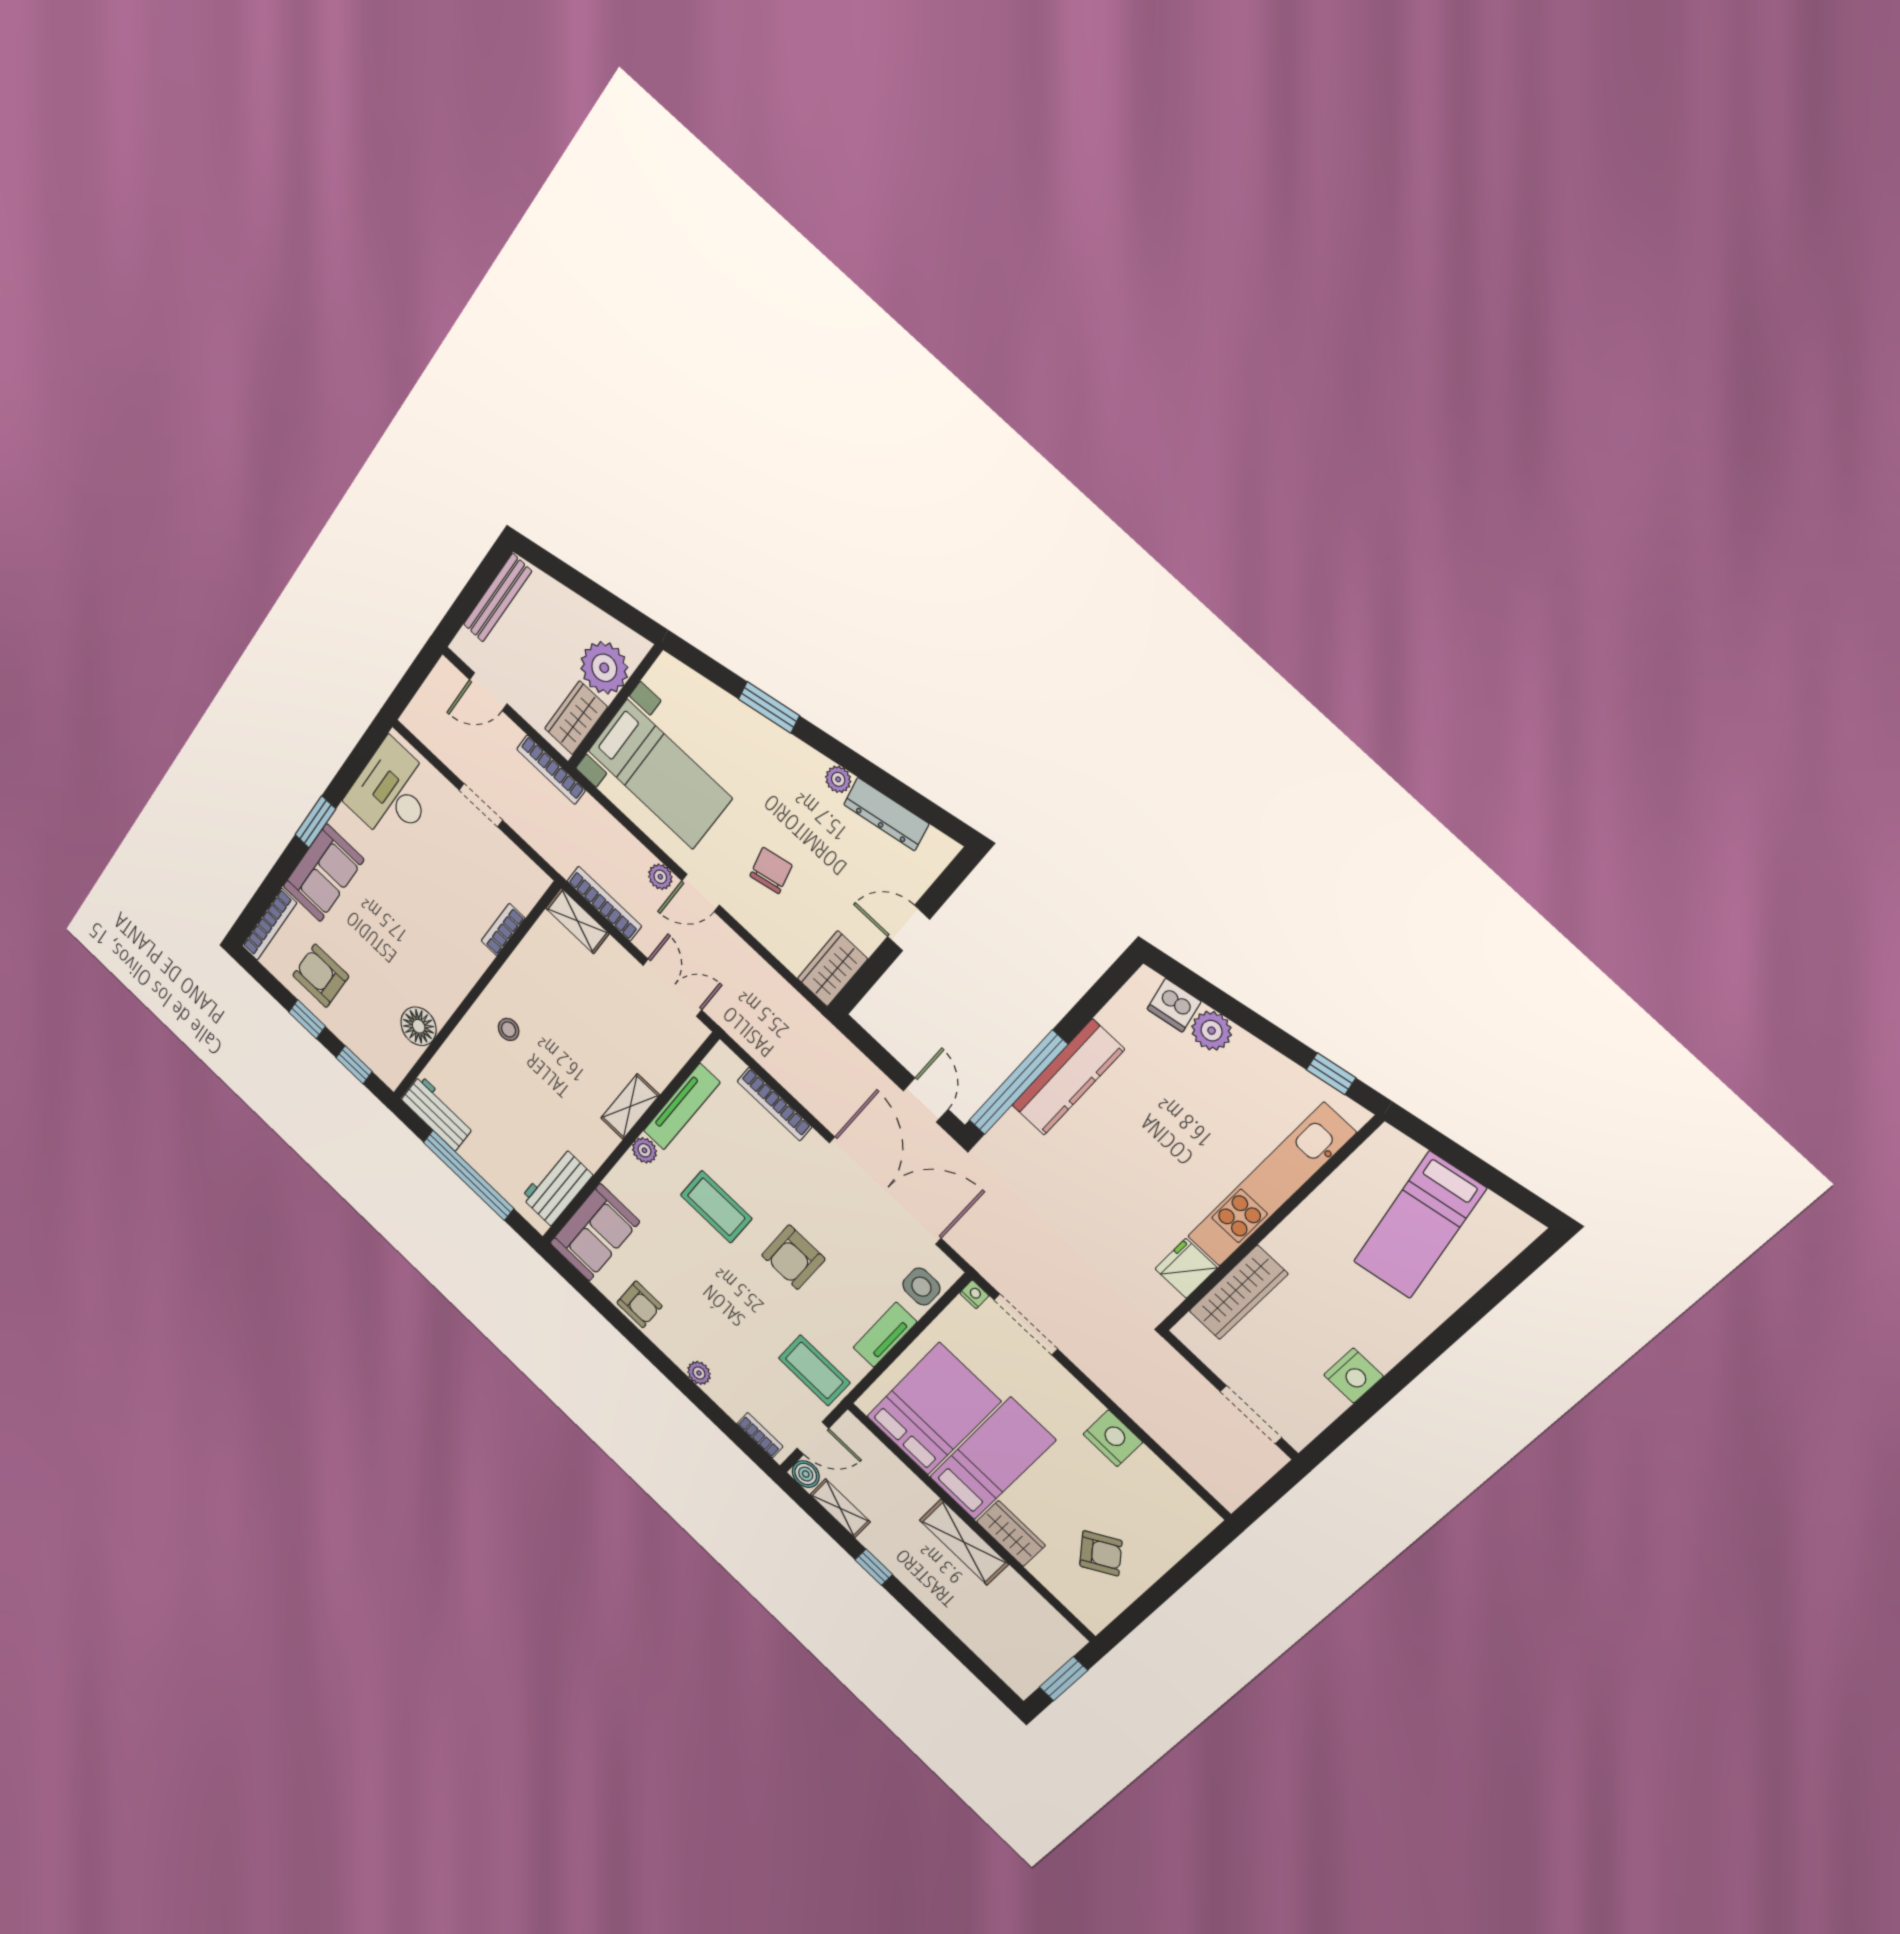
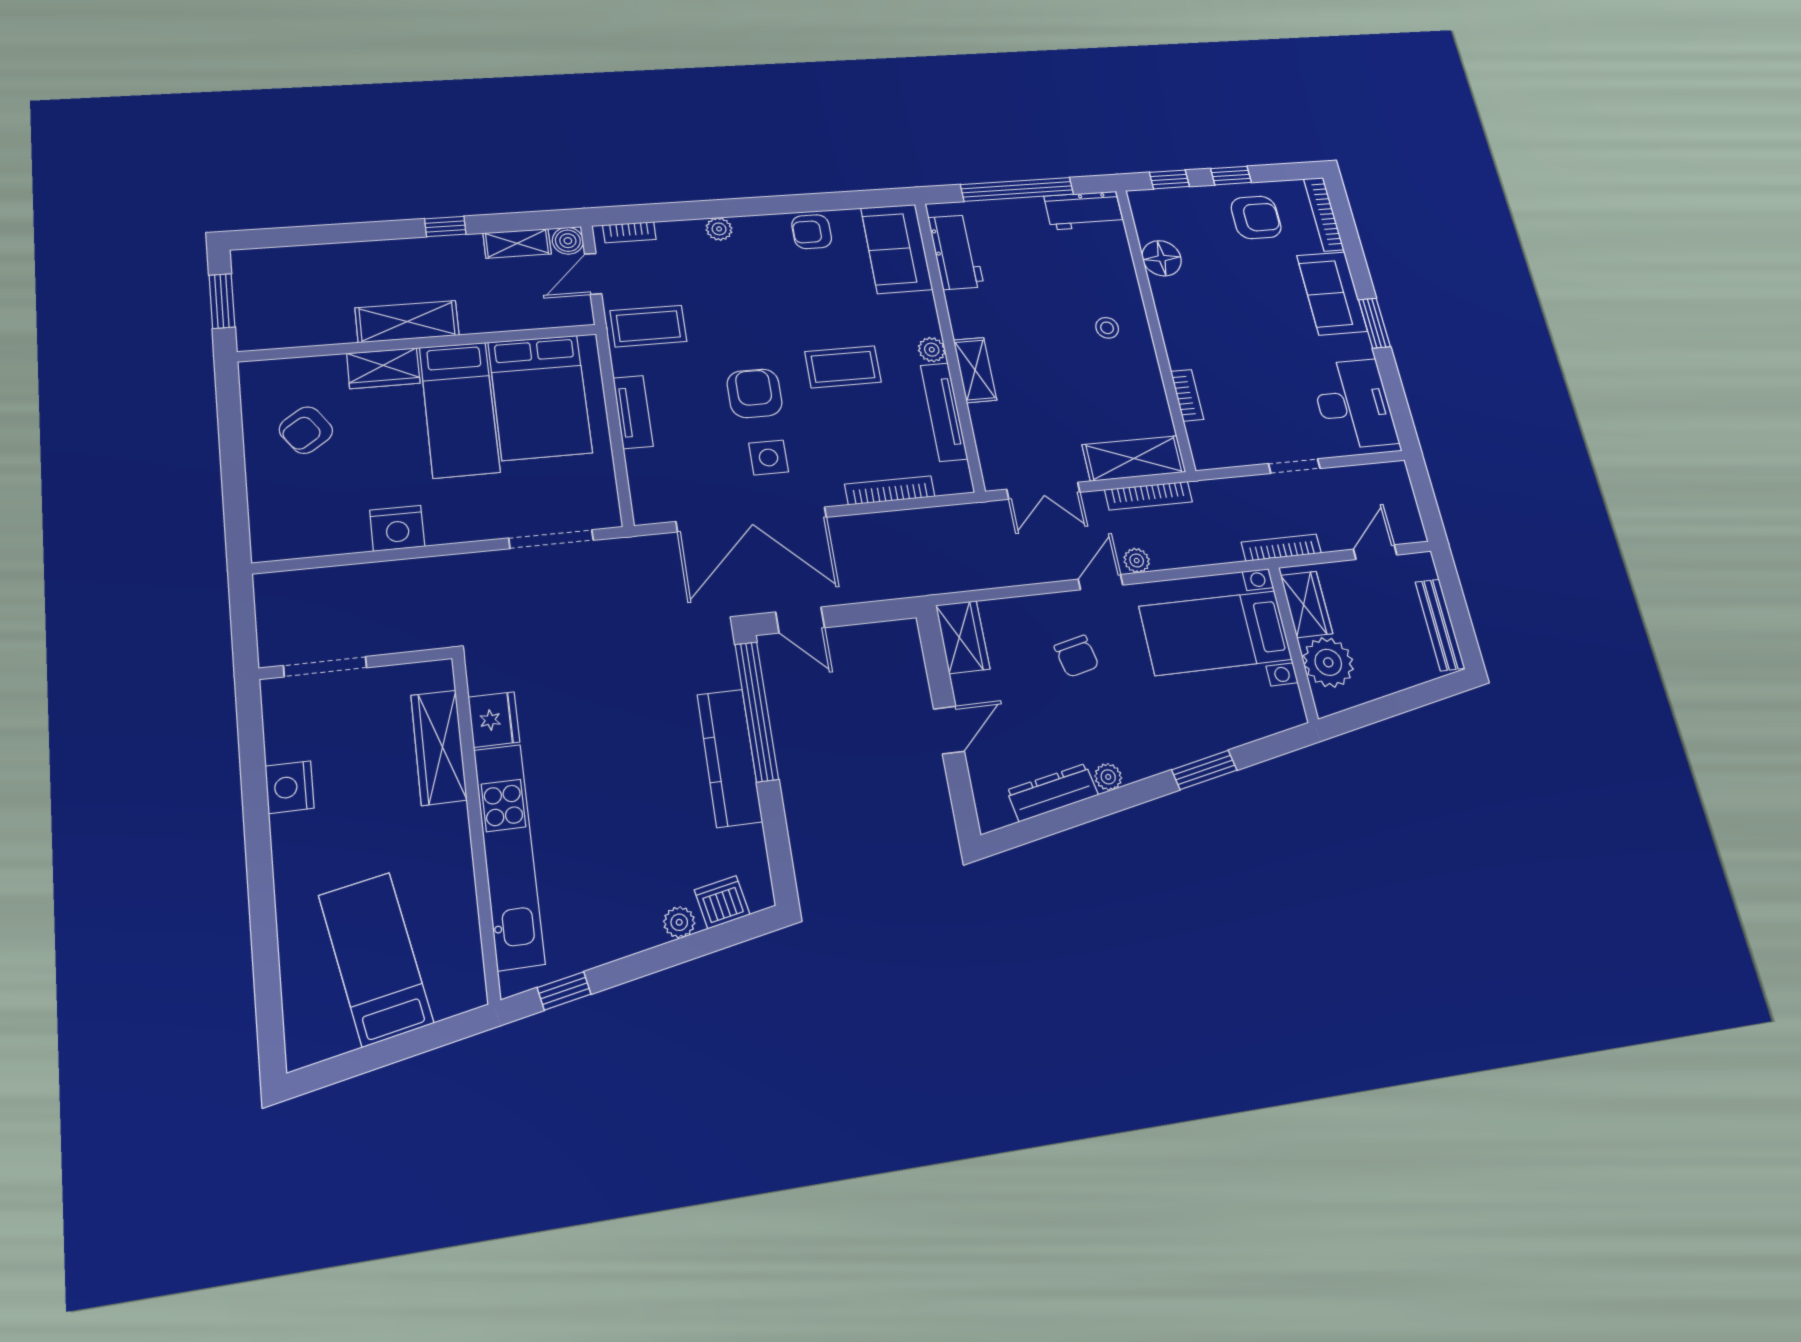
shelving: (577, 921) -> (1134, 458), width x1.50, depth x1.33
plant: (1212, 1031) -> (679, 922), width x0.73, depth x0.73
side table: (921, 1287) -> (769, 457), moved
nightstand: (974, 1294) -> (610, 518), removed

